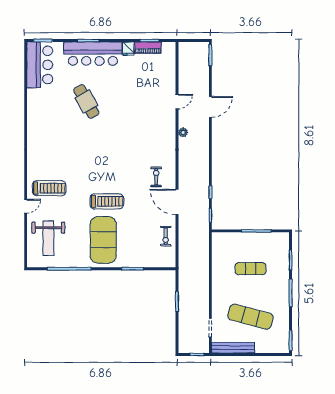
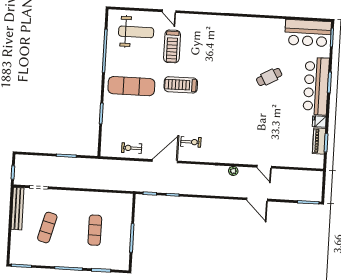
cafe table: (86, 101) -> (269, 77), width x0.73, depth x0.74
treadmill: (49, 188) -> (172, 46), moved
treadmill: (107, 201) -> (181, 85), moved, turned 90
weight bench: (48, 238) -> (136, 32), turned 180
exercise mat: (103, 240) -> (131, 86), width x0.68
exercise mat: (250, 317) -> (47, 227), width x0.73, depth x0.69

